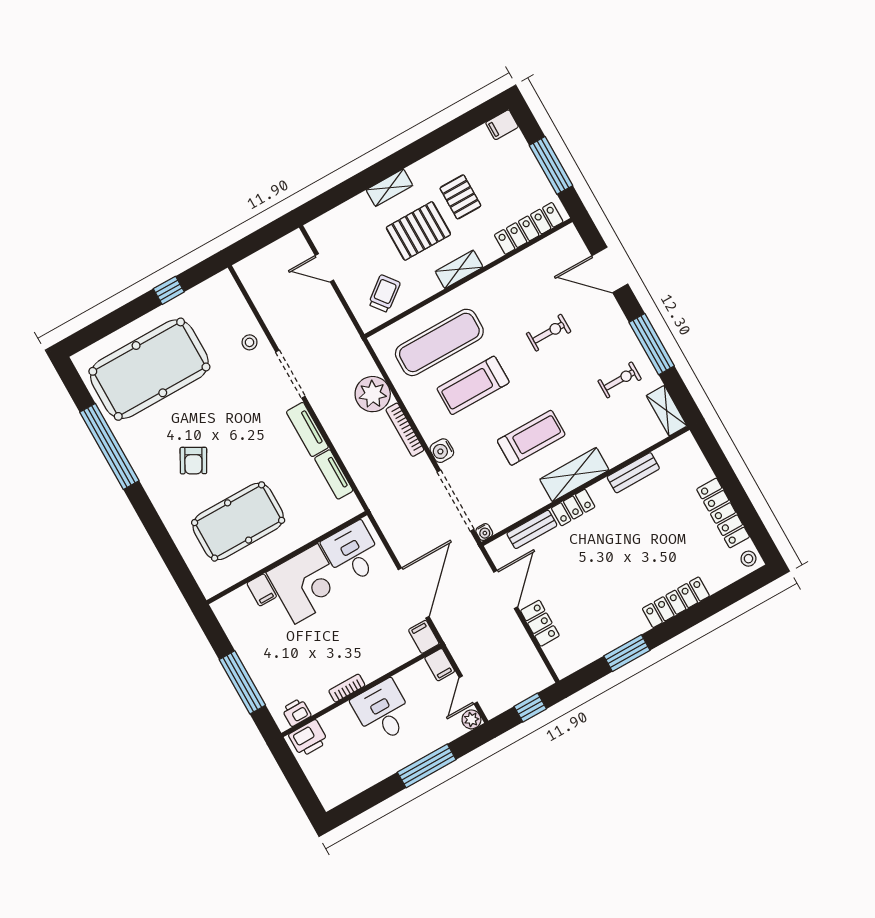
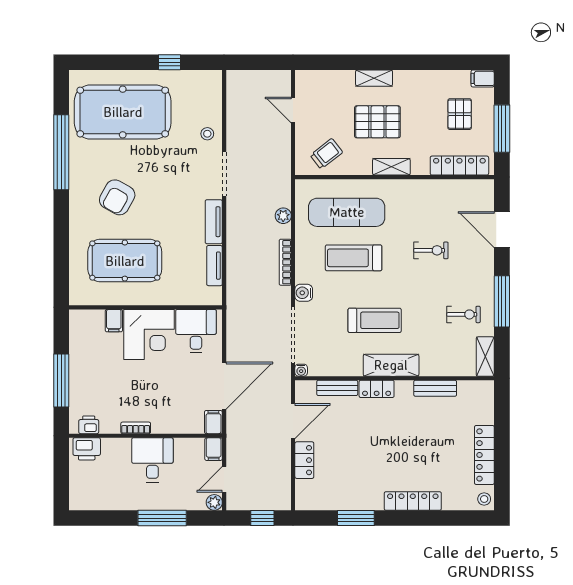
pallet: (460, 197) -> (460, 114), moved
plant: (373, 394) -> (283, 216), width x0.53, depth x0.53
armchair: (193, 461) -> (117, 197), width x1.38, depth x1.38

